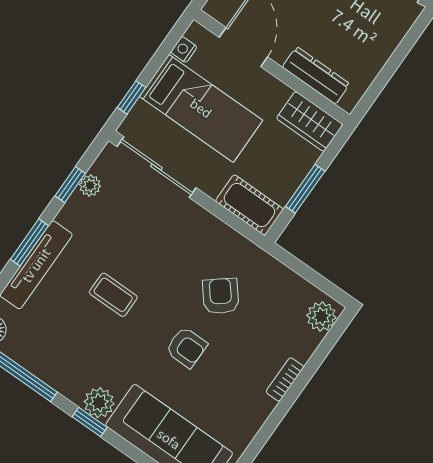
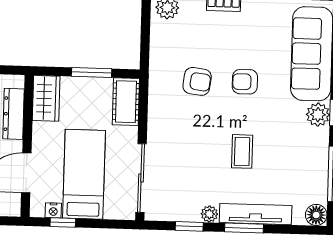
window: (131, 97) -> (63, 223), moved
plant: (90, 185) -> (209, 214), moved
armchair: (221, 296) -> (197, 81), turned -134
armchair: (186, 347) -> (245, 82), turned -90

